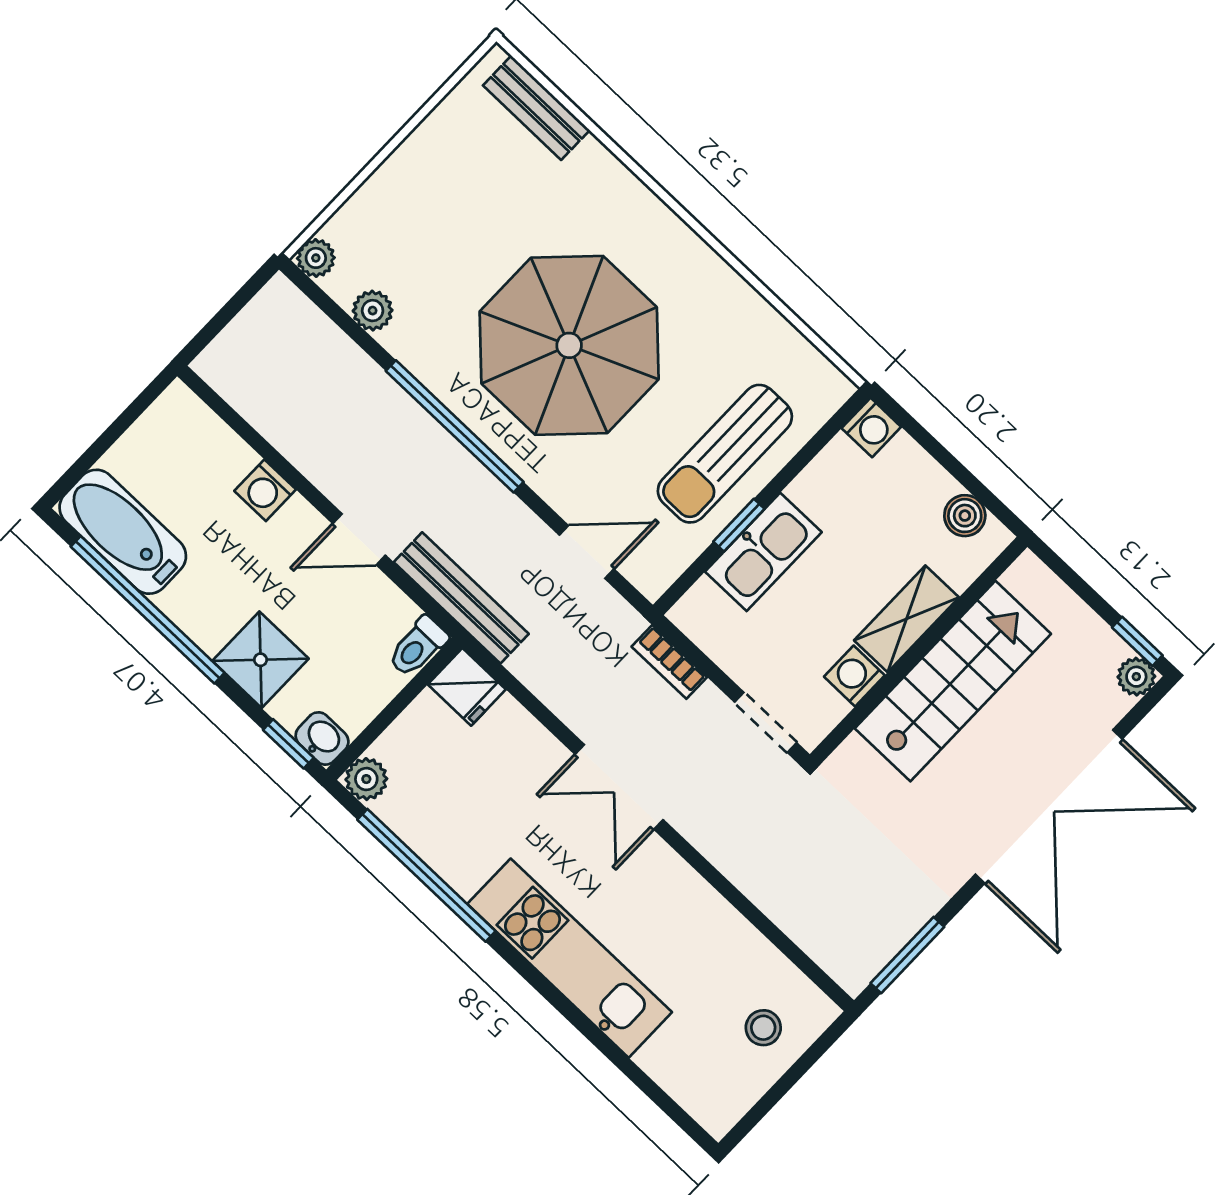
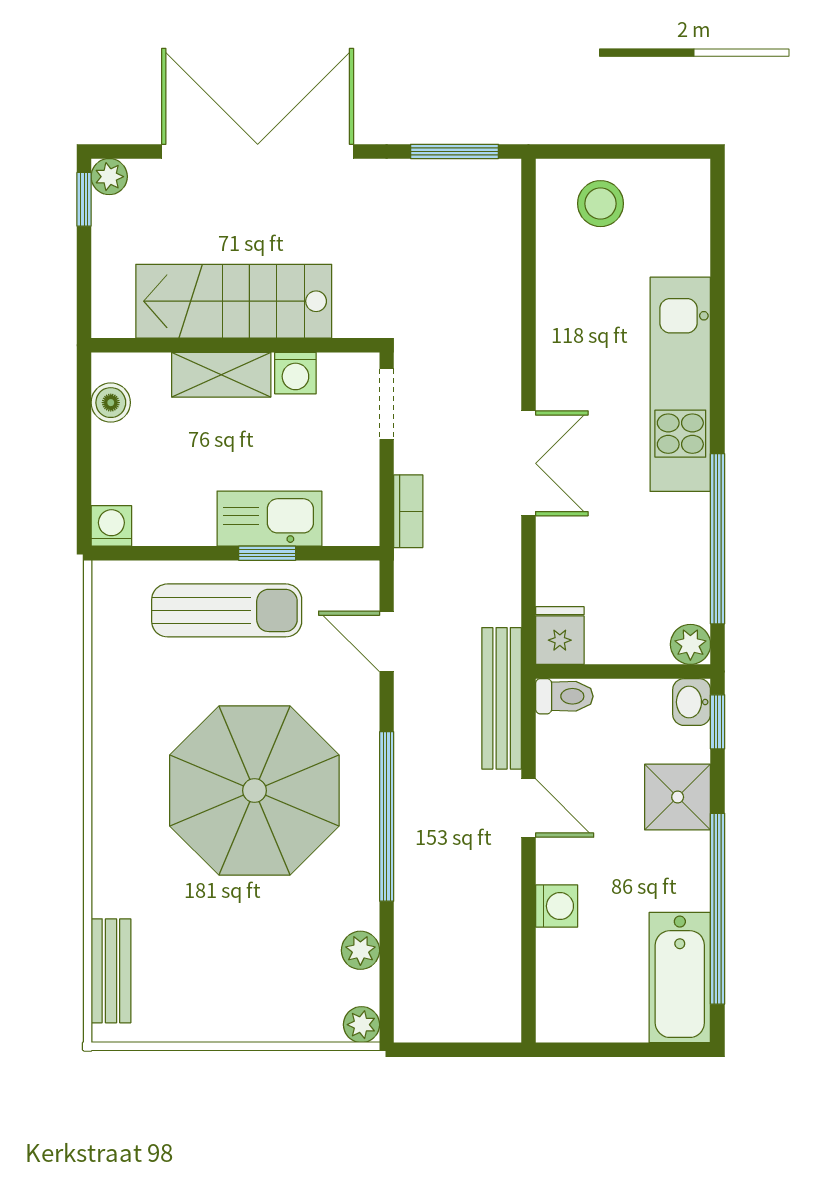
stool: (763, 1028) -> (601, 204), width x1.37, depth x1.37

